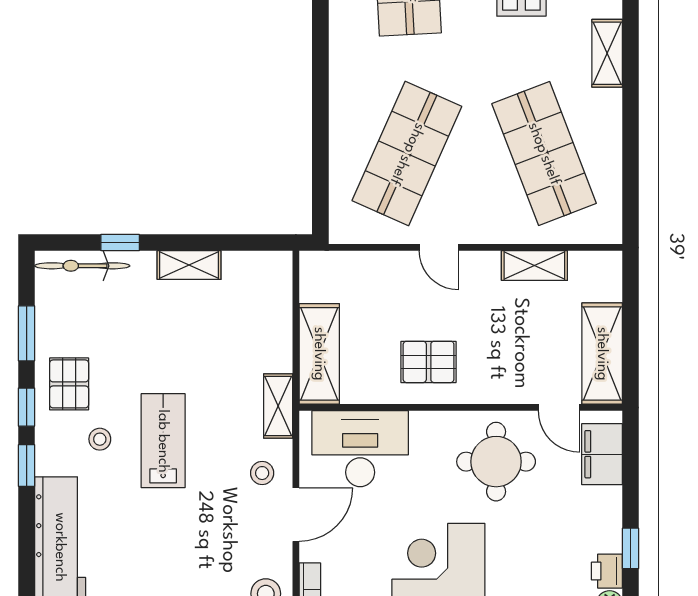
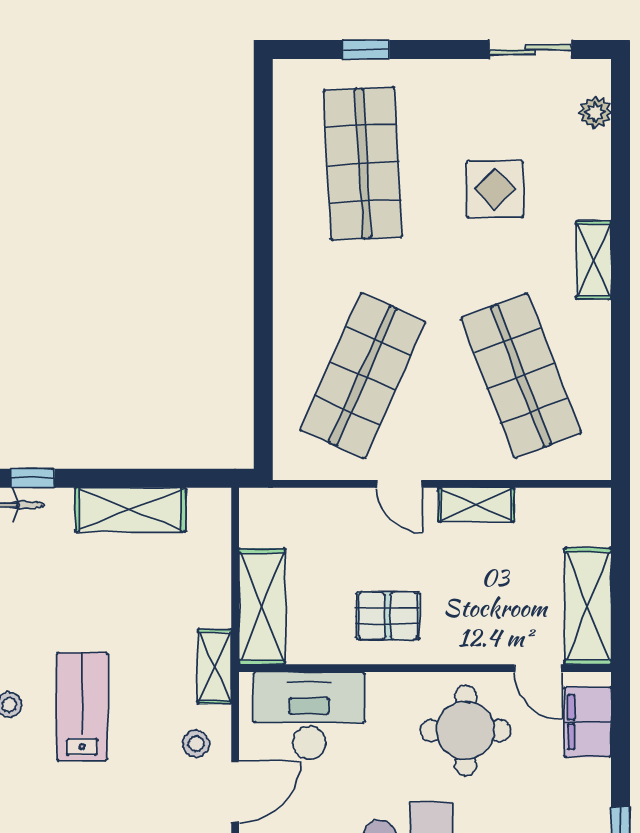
shelving: (189, 265) -> (130, 510), width x1.50, depth x1.33
shelving: (534, 266) -> (476, 505), moved

